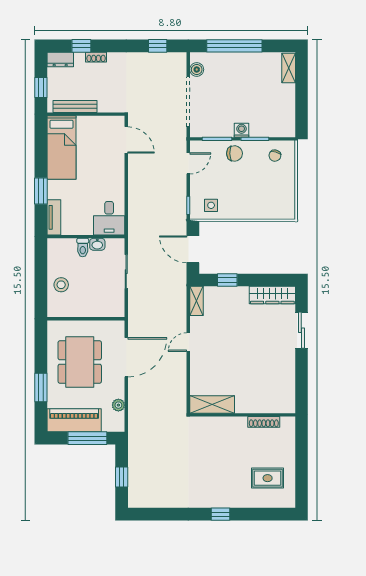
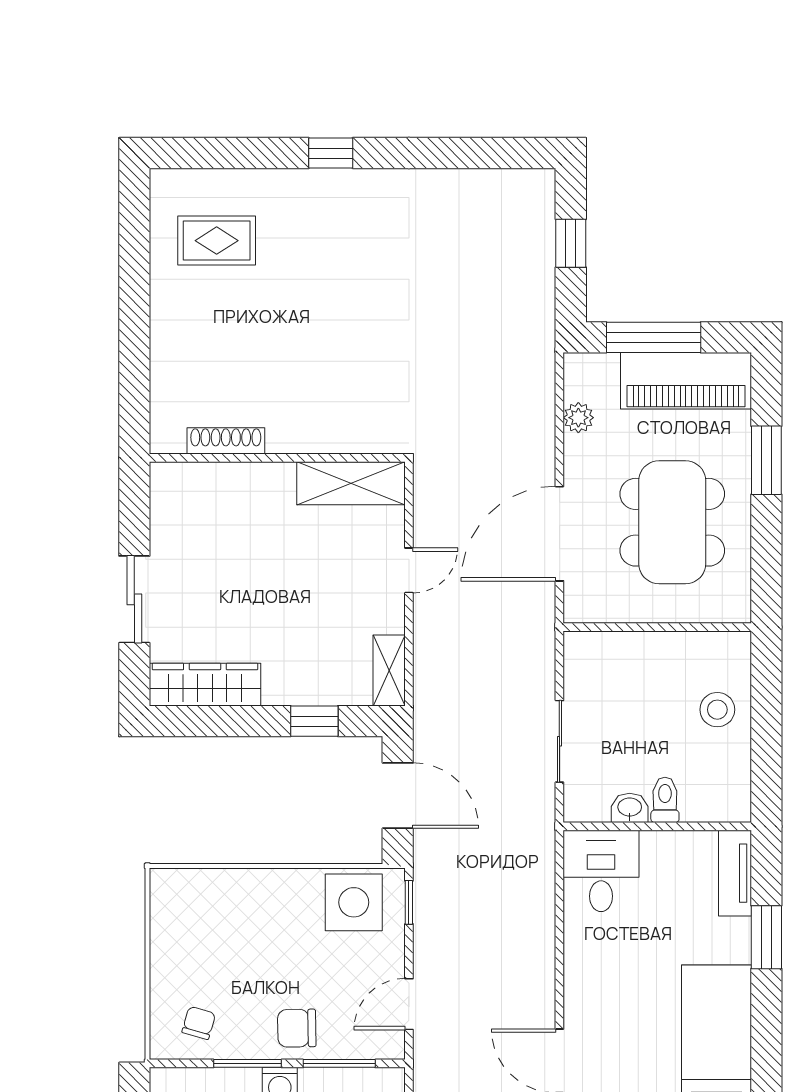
side table: (211, 205) -> (354, 902), width x1.87, depth x1.87
shelving: (212, 404) -> (351, 483), moved
wall: (243, 415) -> (277, 458), moved
shoe rack: (264, 422) -> (226, 441), moved

